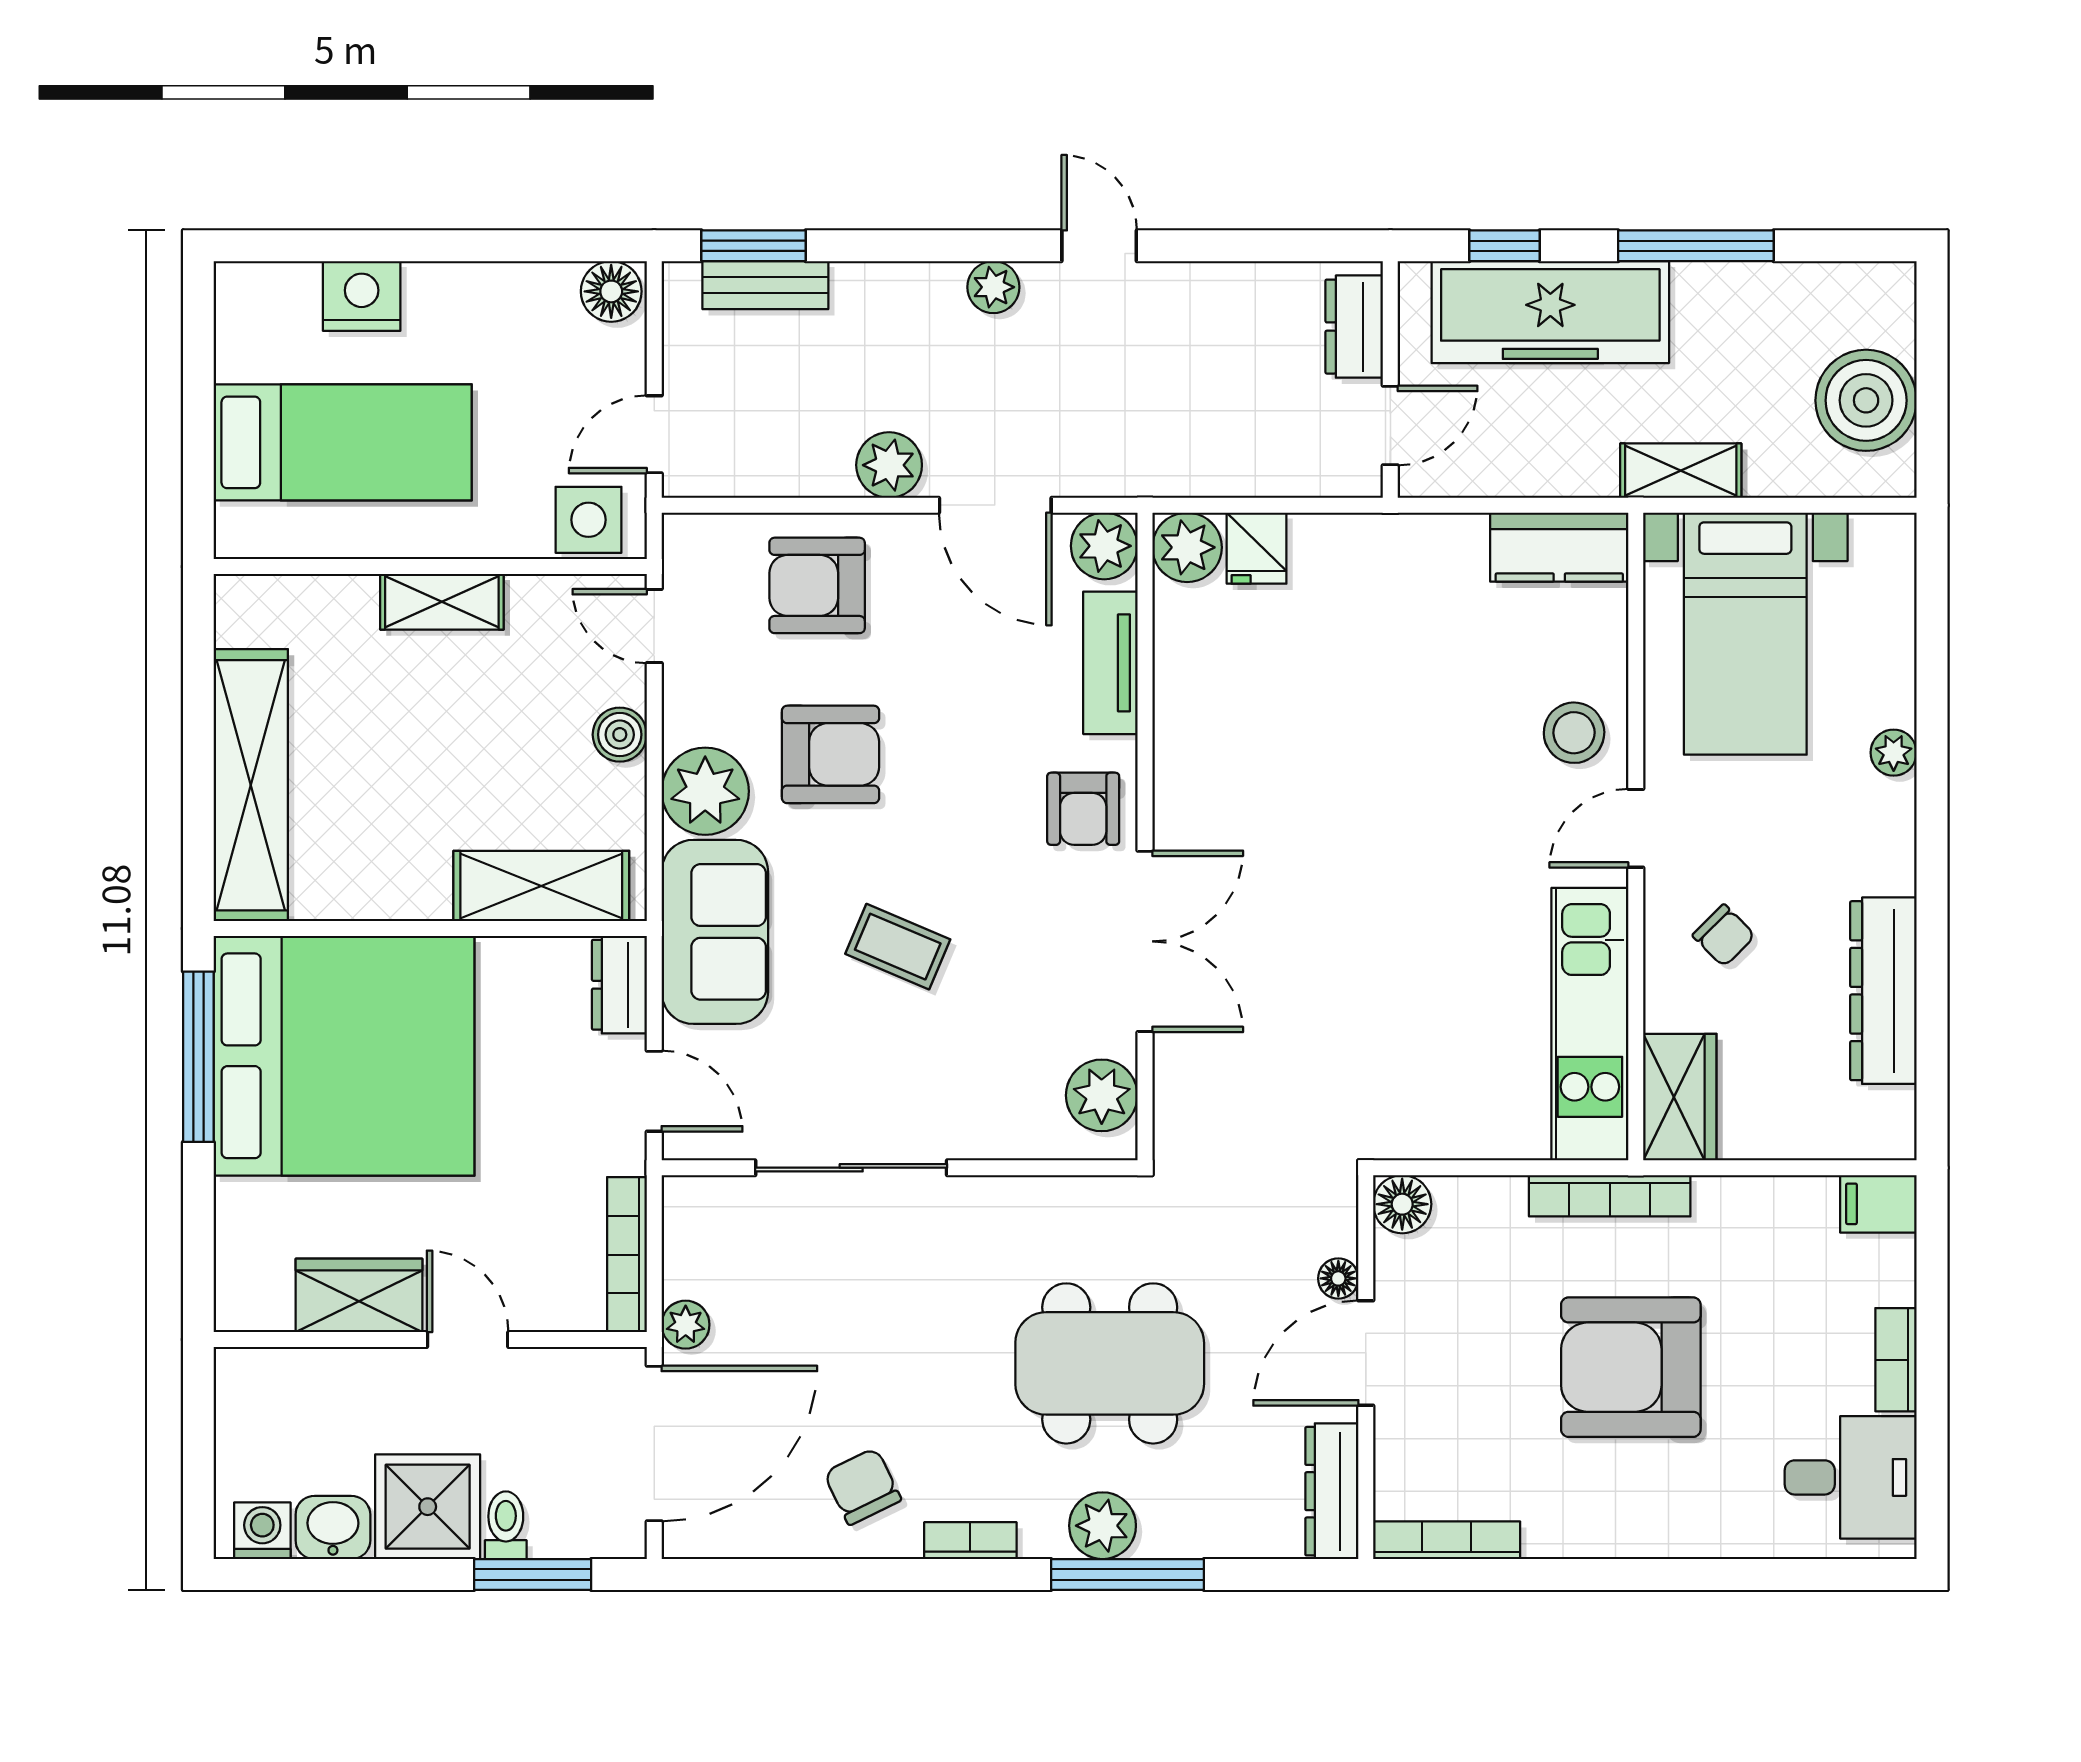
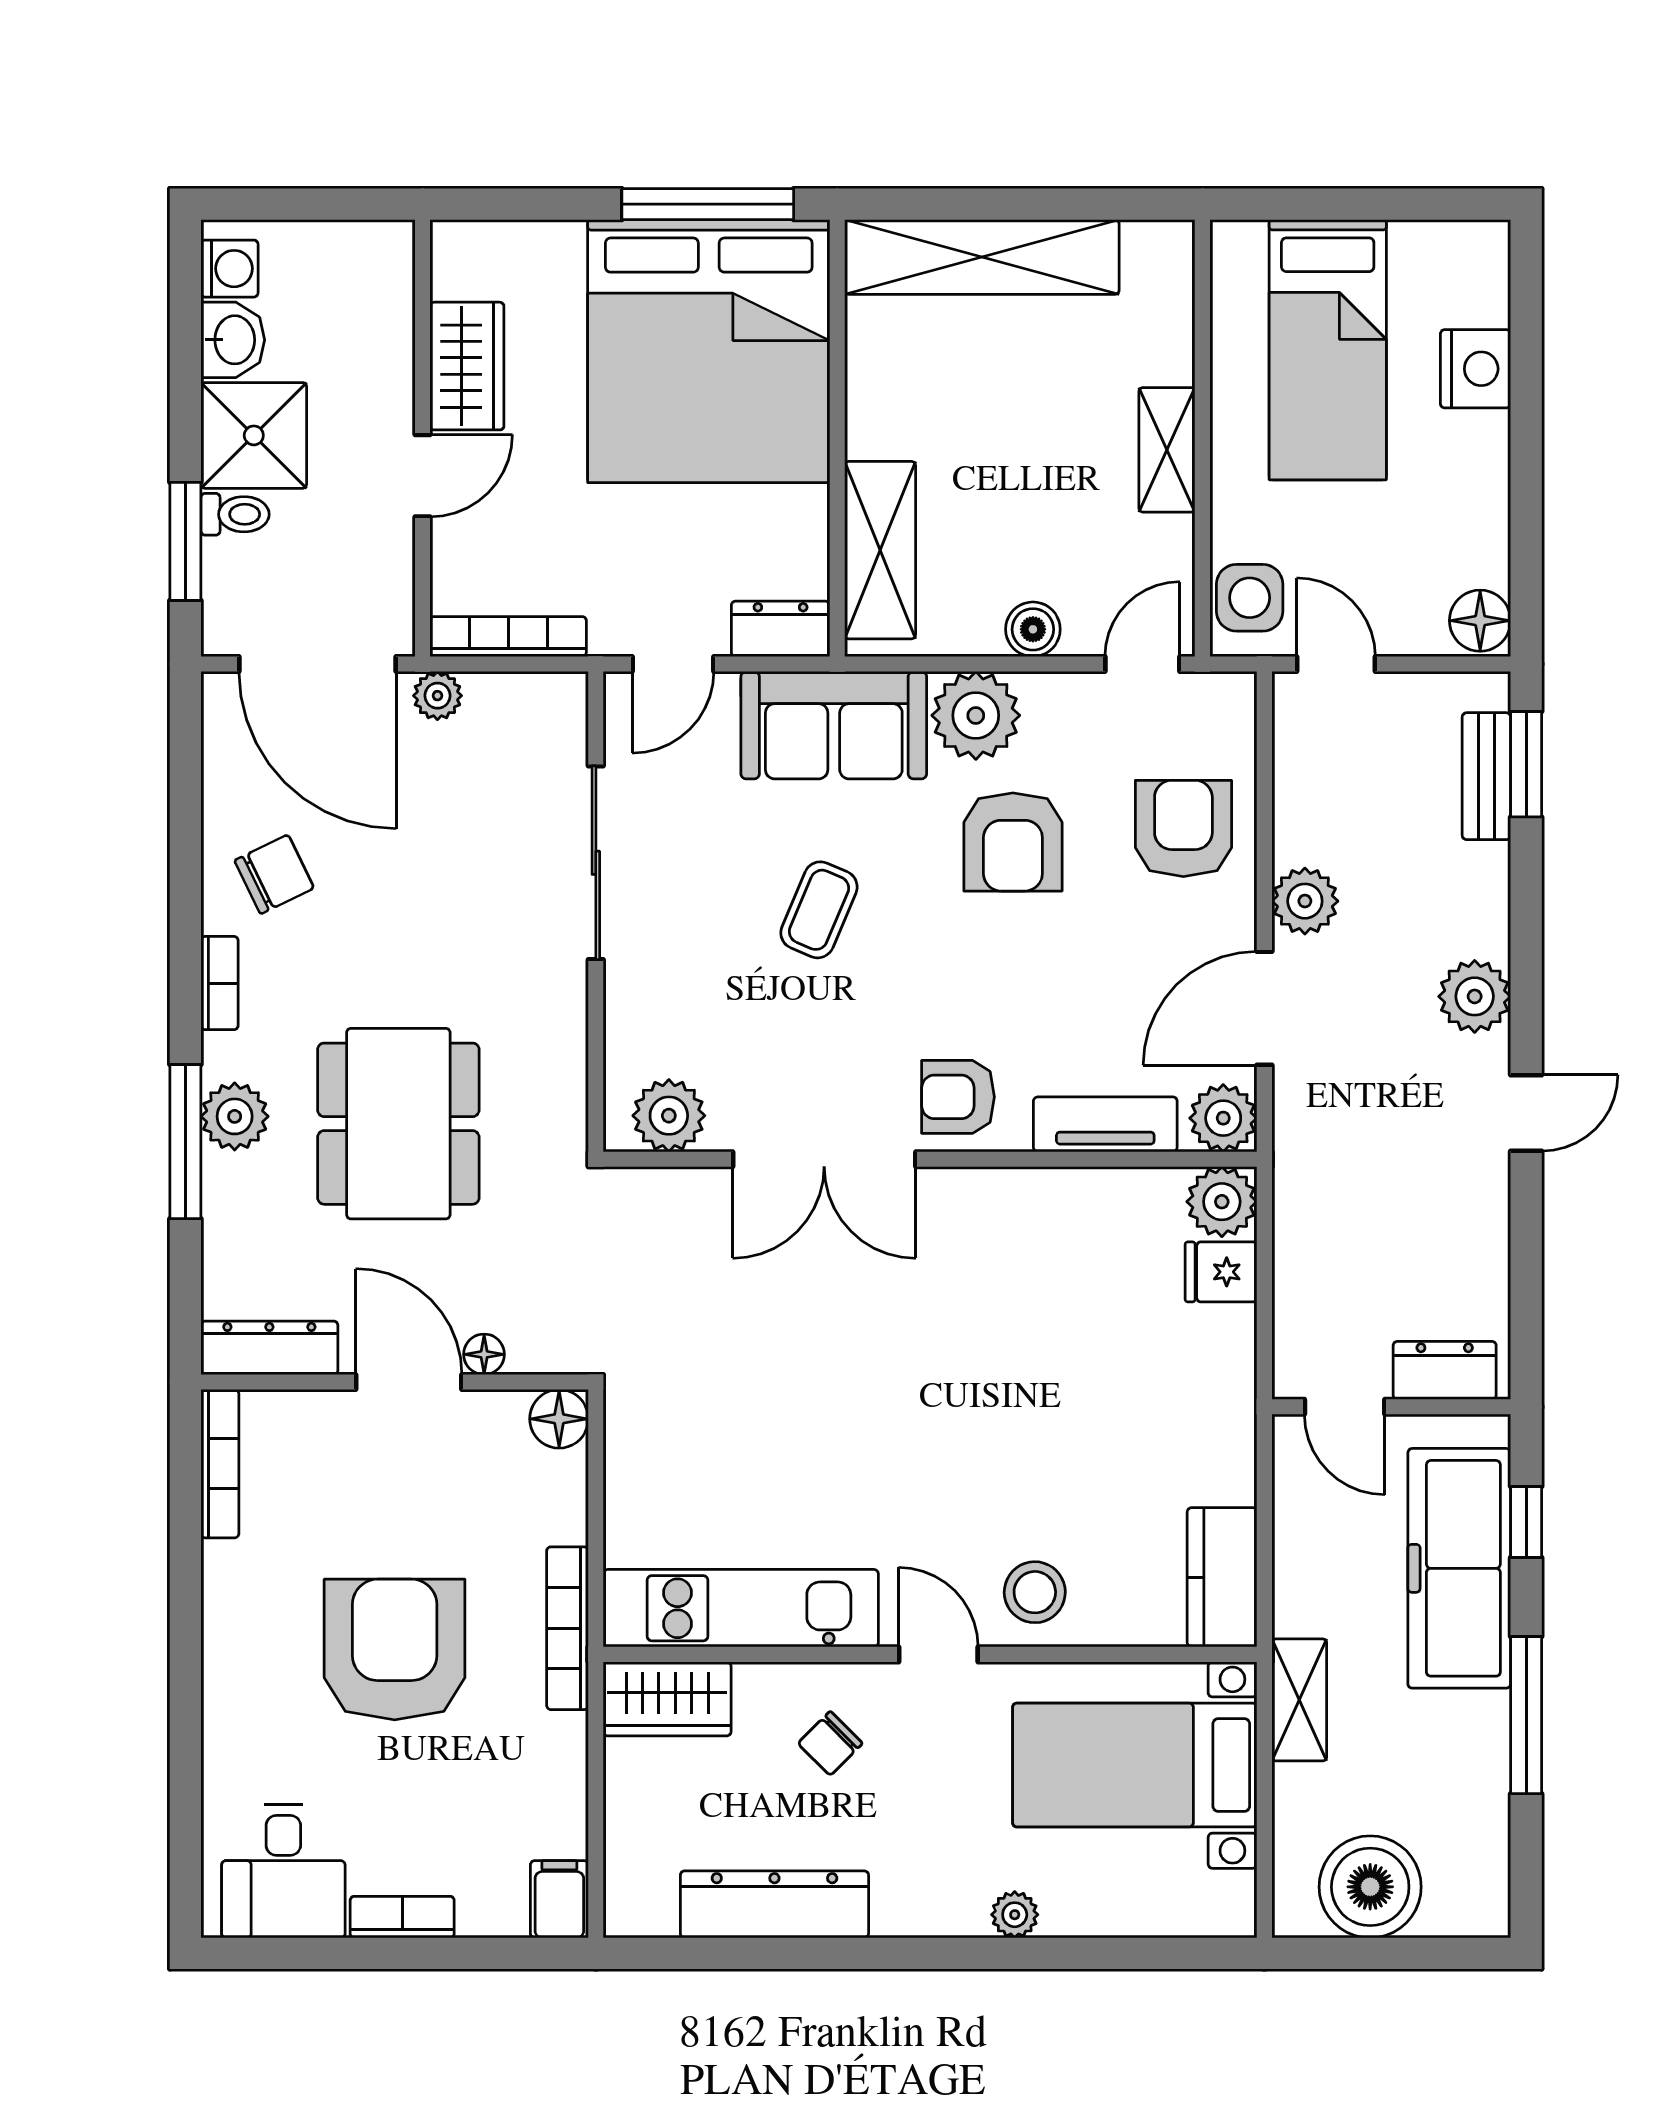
plant: (993, 287) -> (1475, 996), width x1.38, depth x1.38

